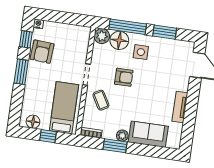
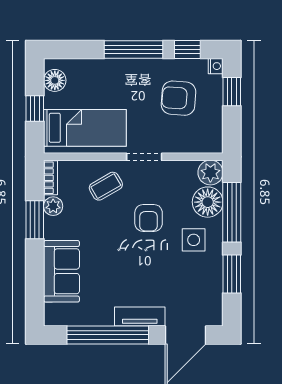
window: (55, 16) -> (232, 92), added
armchair: (42, 52) -> (179, 98), moved
window: (21, 72) -> (133, 49), width x1.44
tv unit: (180, 107) -> (140, 317), moved
window: (191, 112) -> (108, 335), added
plant: (122, 136) -> (53, 206), moved

